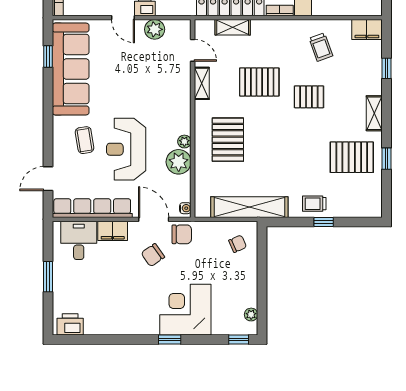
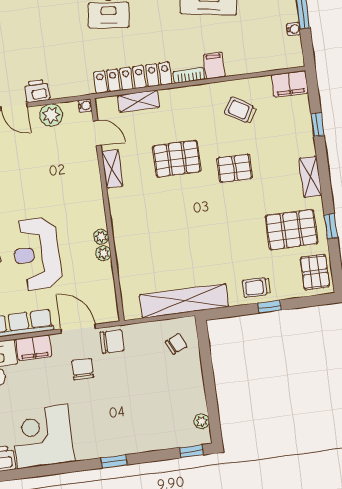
trolley: (321, 47) -> (241, 110), turned 141
pallet: (228, 140) -> (315, 272), moved, width x0.67, depth x0.71
plant: (179, 162) -> (103, 253), width x0.53, depth x0.53
water cooler: (185, 208) -> (85, 106), moved
chair: (153, 255) -> (83, 369), turned 125
corner desk: (185, 310) -> (42, 437), moved

